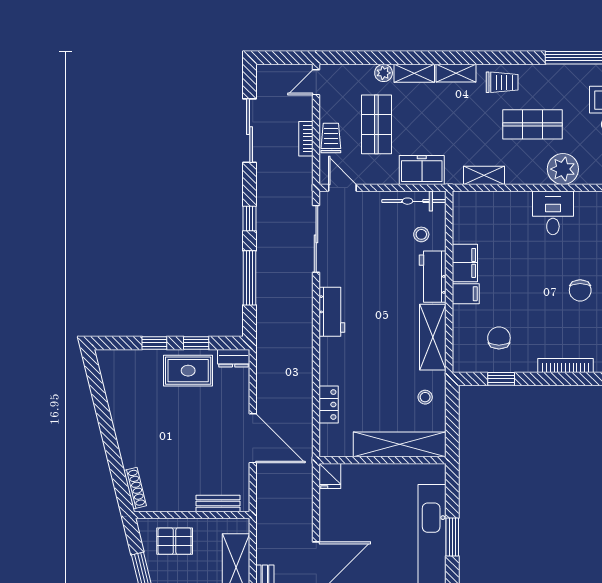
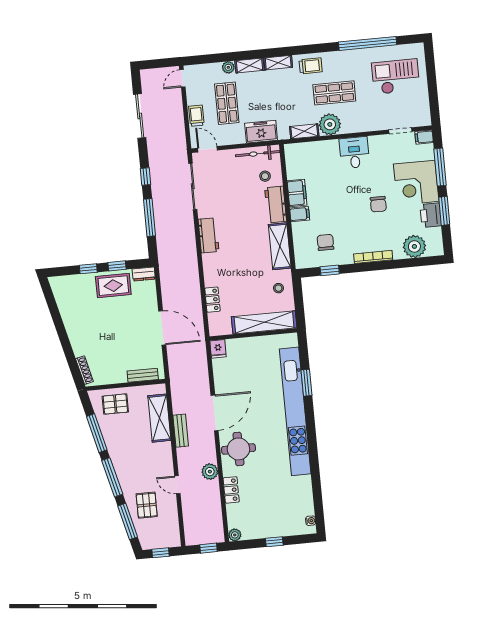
bookcase: (306, 139) -> (179, 118), removed
plant: (563, 169) -> (330, 124), moved

